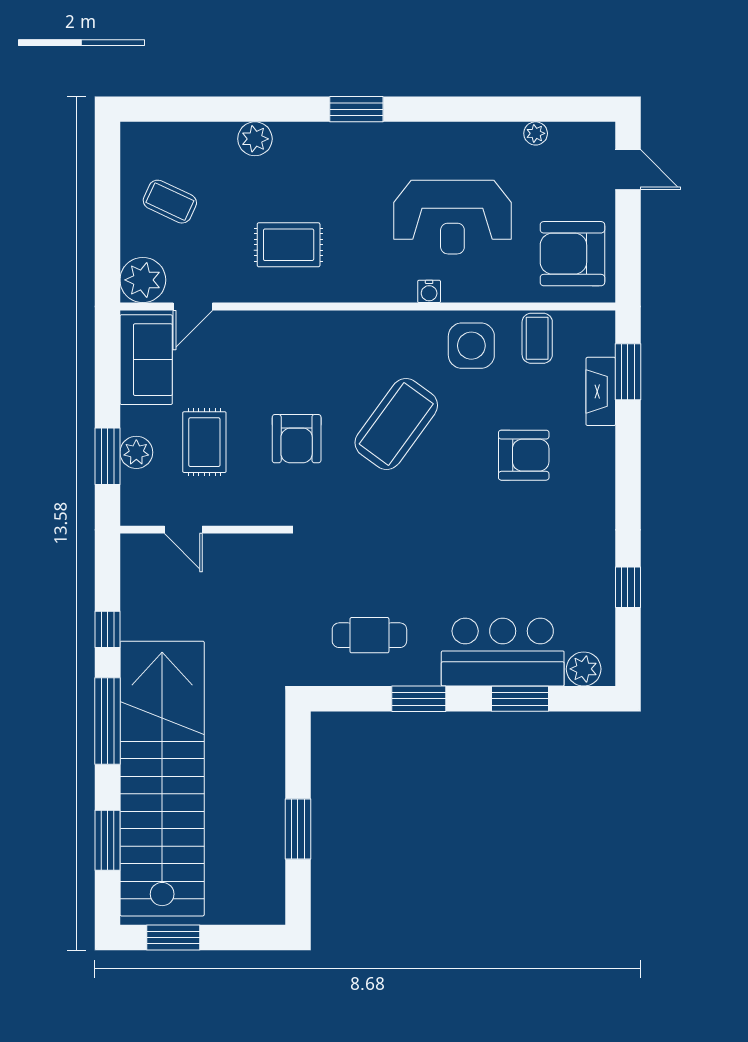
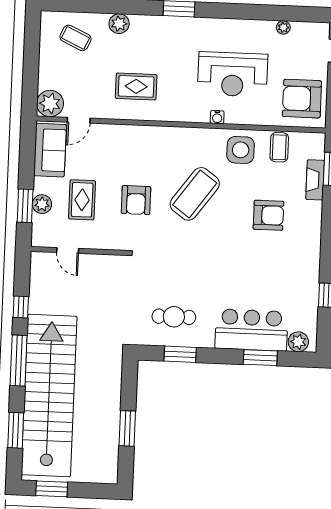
coffee table: (170, 202) -> (75, 38), moved
window: (419, 699) -> (180, 354), moved

